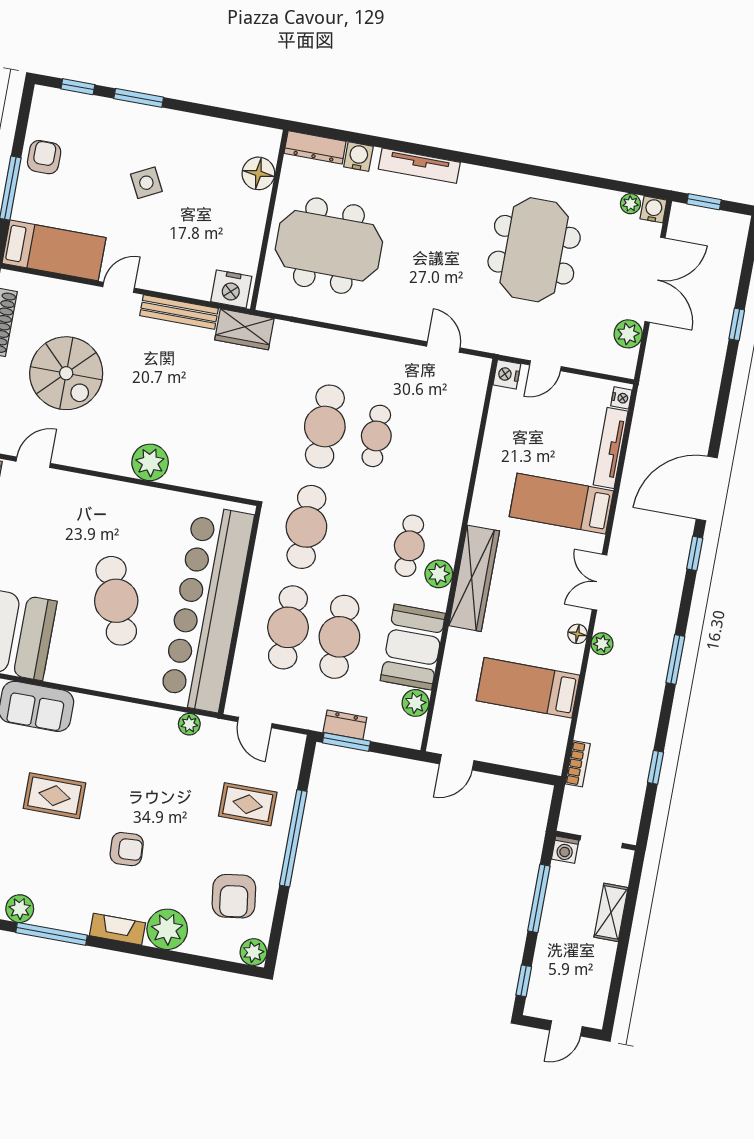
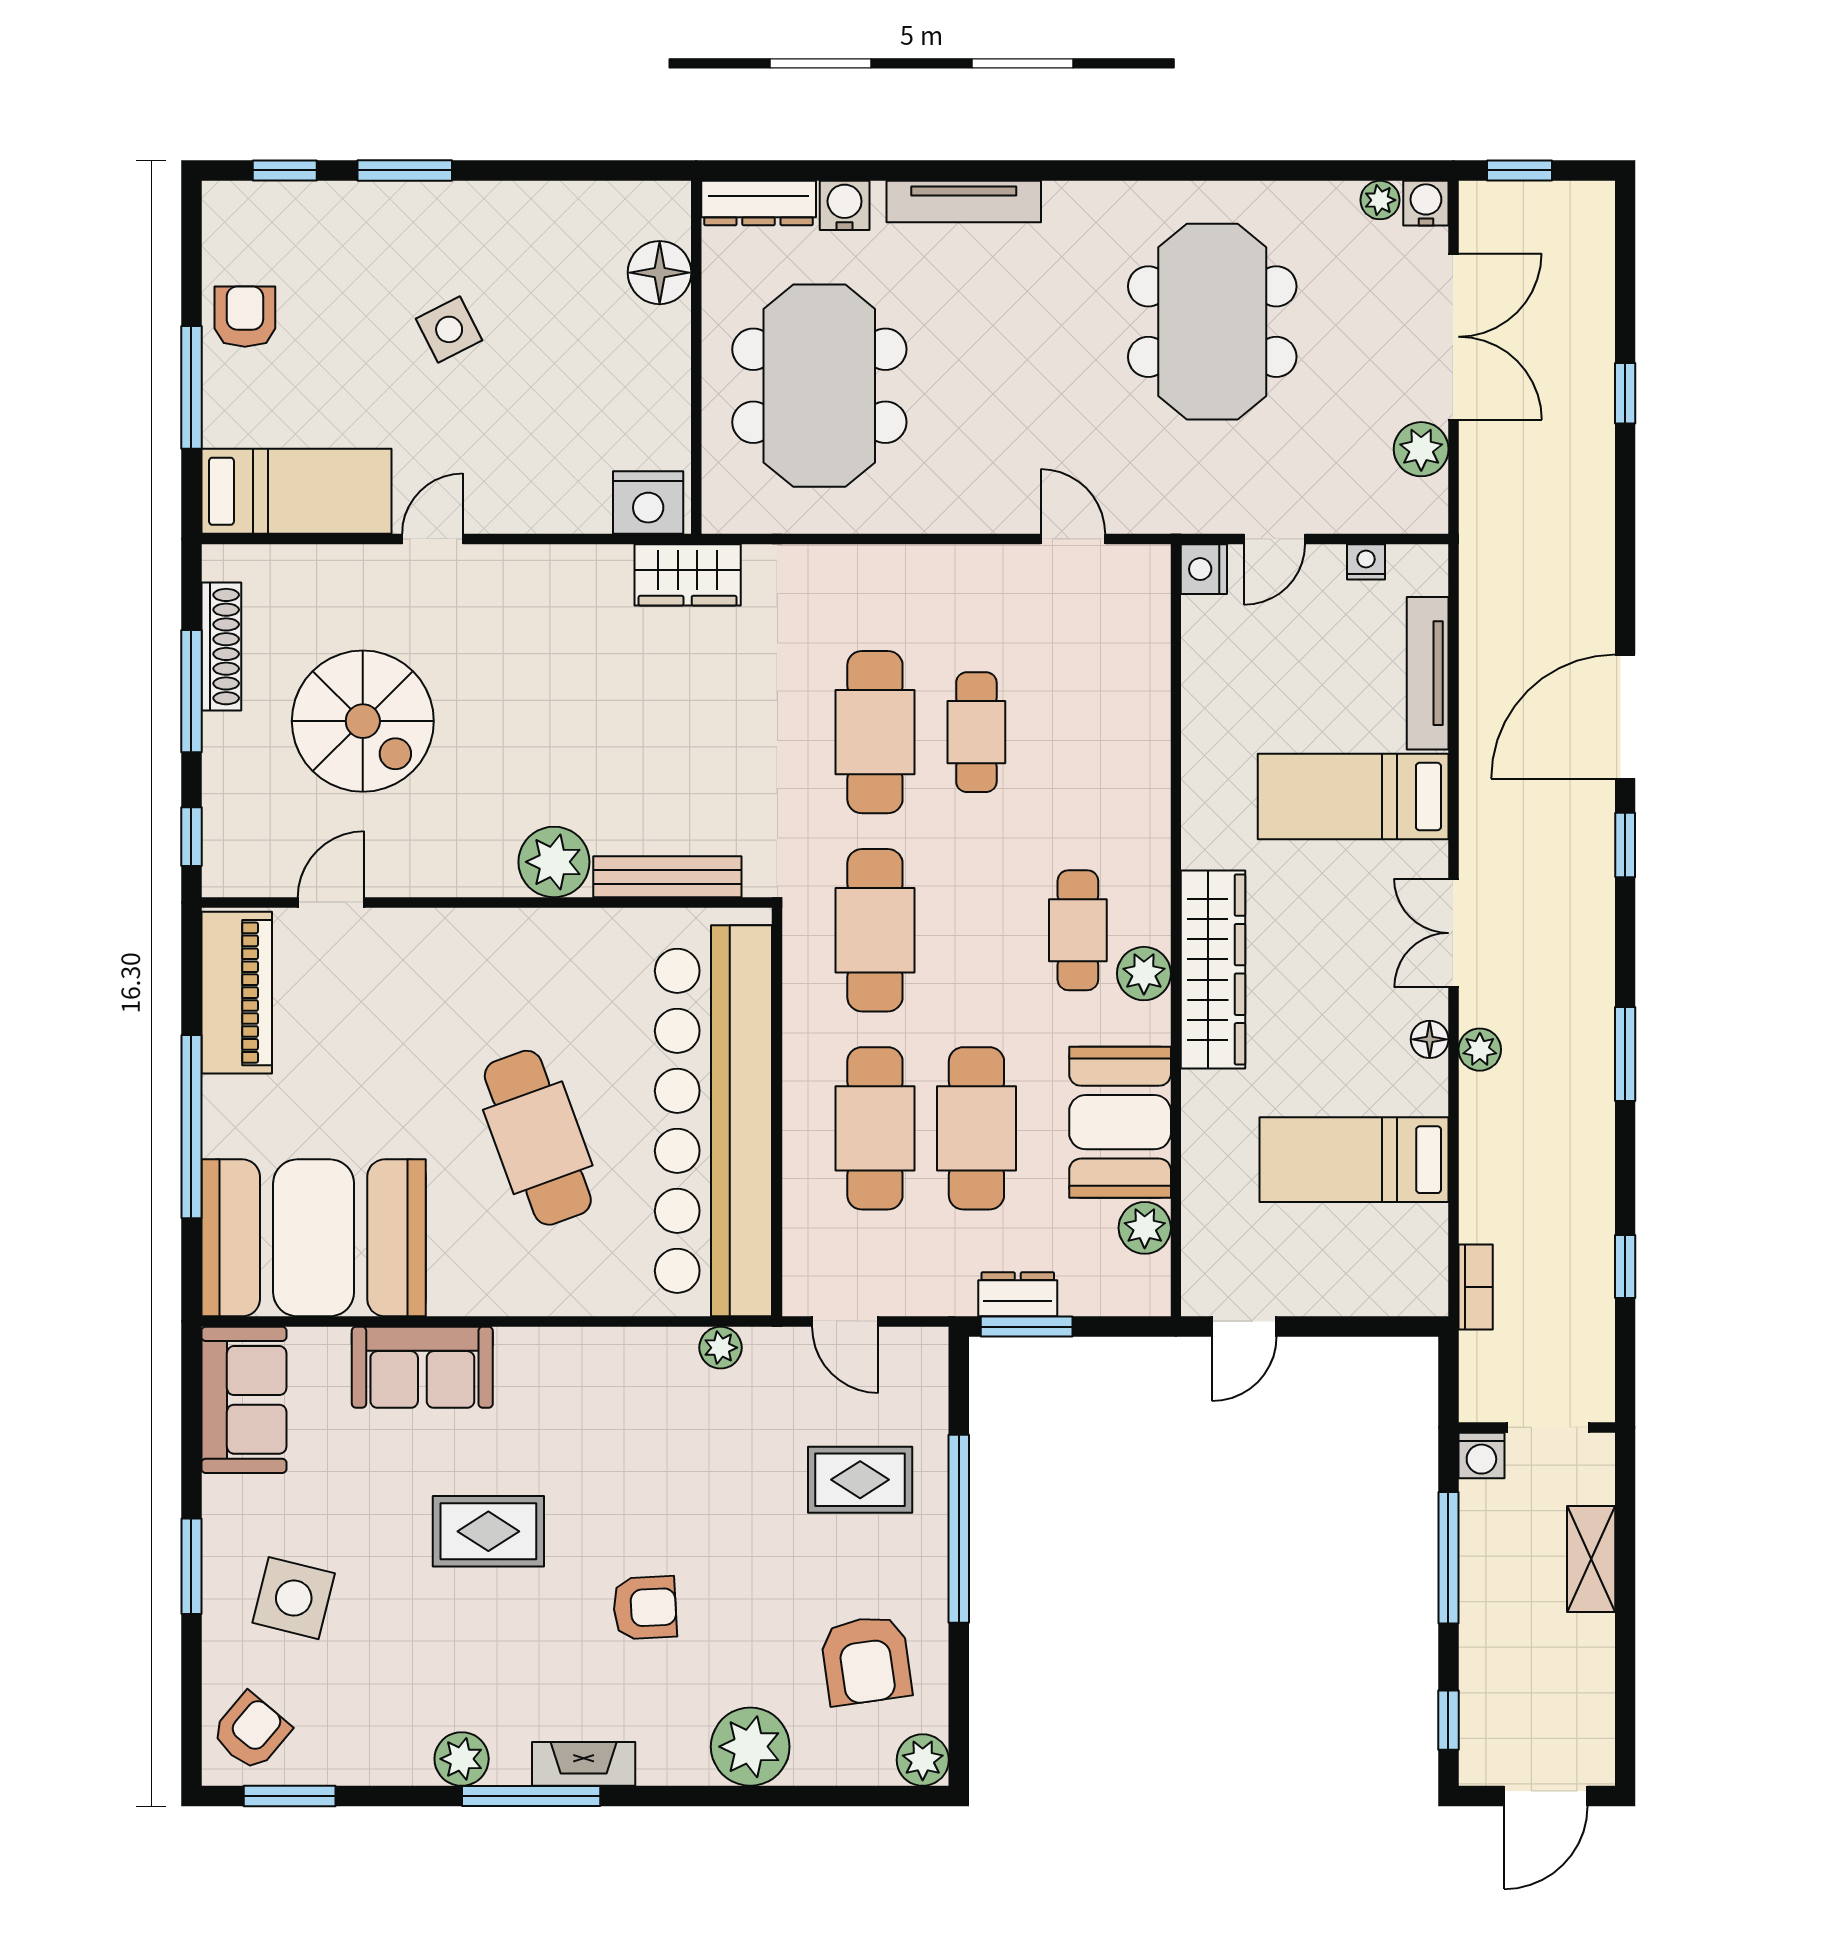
meeting table: (329, 246) -> (819, 386), turned 90
bench: (179, 312) -> (667, 877), moved
nightstand: (621, 398) -> (1366, 562), moved, turned -90
fireplace: (118, 929) -> (584, 1764), moved
door: (566, 1028) -> (1546, 1796), width x1.37

